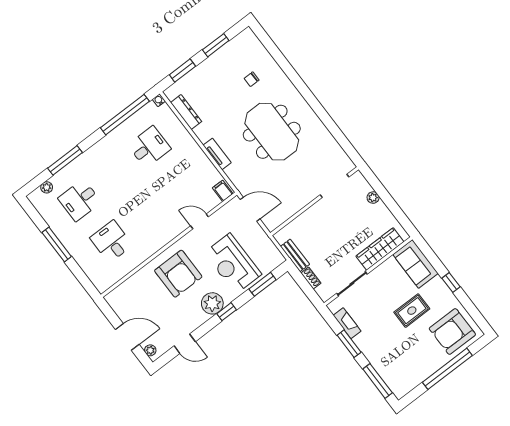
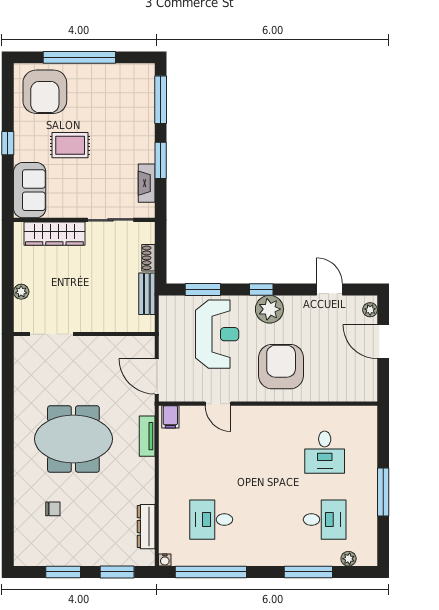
meeting table: (272, 132) -> (73, 439), turned 90
tv unit: (217, 154) -> (147, 436), moved
armchair: (452, 332) -> (45, 92), turned 90

